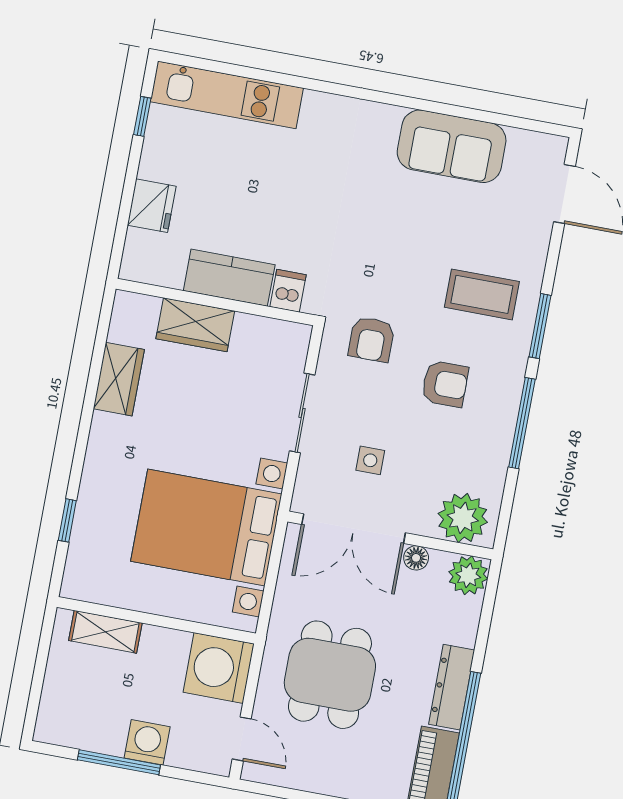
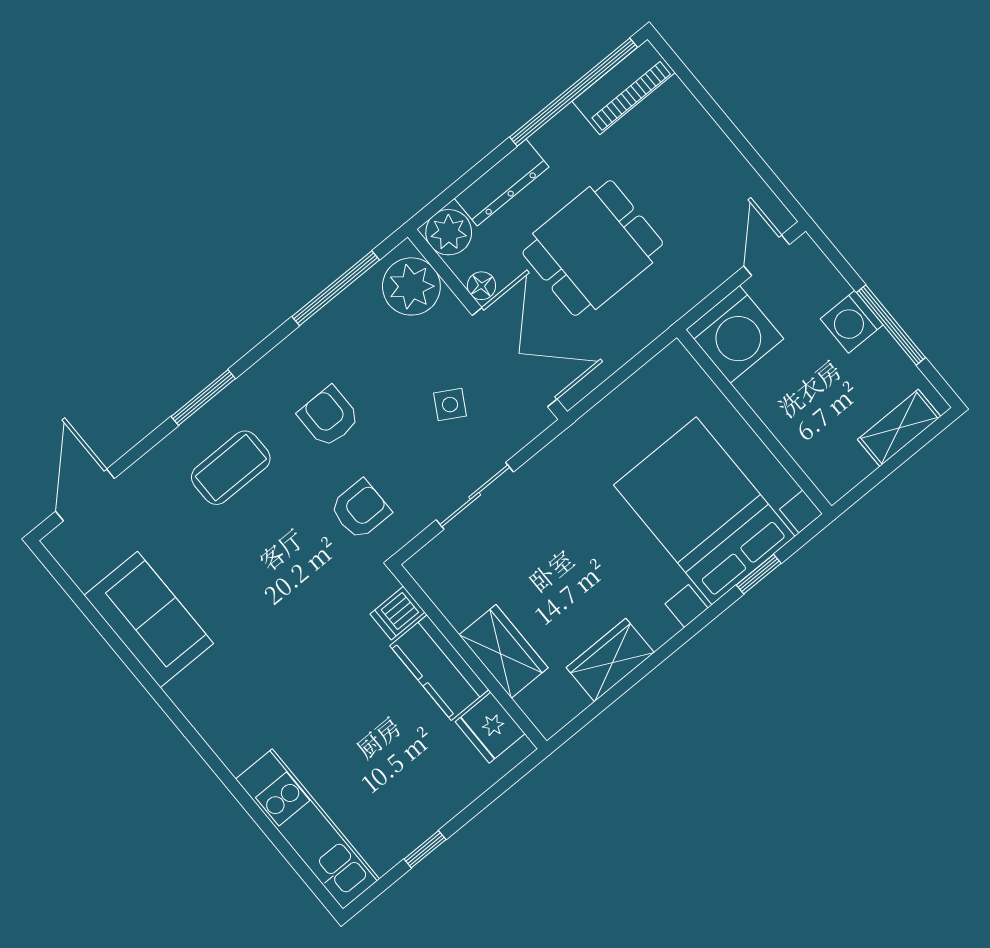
window: (142, 116) -> (425, 849), moved
fridge: (152, 206) -> (490, 728), moved, turned -90
coffee table: (482, 294) -> (231, 468), turned 90
window: (522, 423) -> (336, 288), moved
side table: (370, 460) -> (450, 405), turned 30
bed with nightstands: (206, 528) -> (704, 511), moved, turned 180
shelving: (105, 632) -> (899, 428), moved, turned 90
dining table: (330, 675) -> (593, 248), moved
dresser: (452, 687) -> (502, 183), moved

